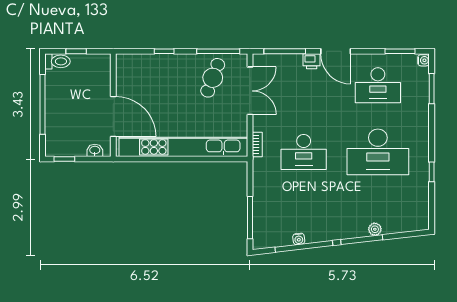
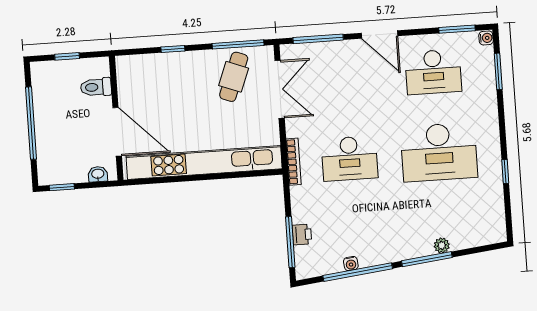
toilet: (57, 61) -> (96, 87), moved, turned 180
printer: (312, 61) -> (302, 235), moved, turned -90
bookcase: (257, 144) -> (294, 162), width x1.56

